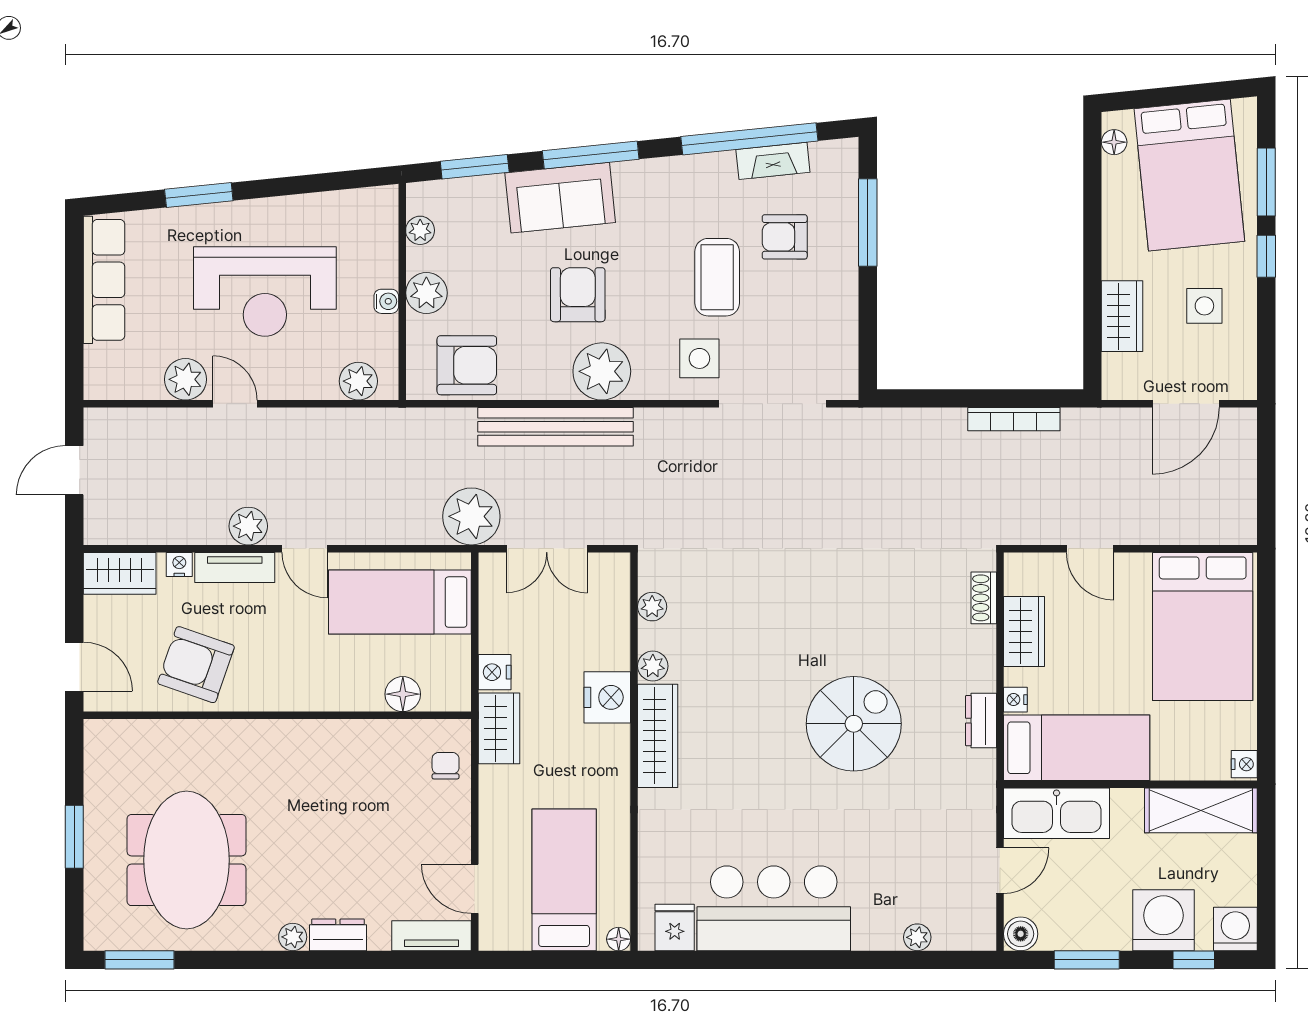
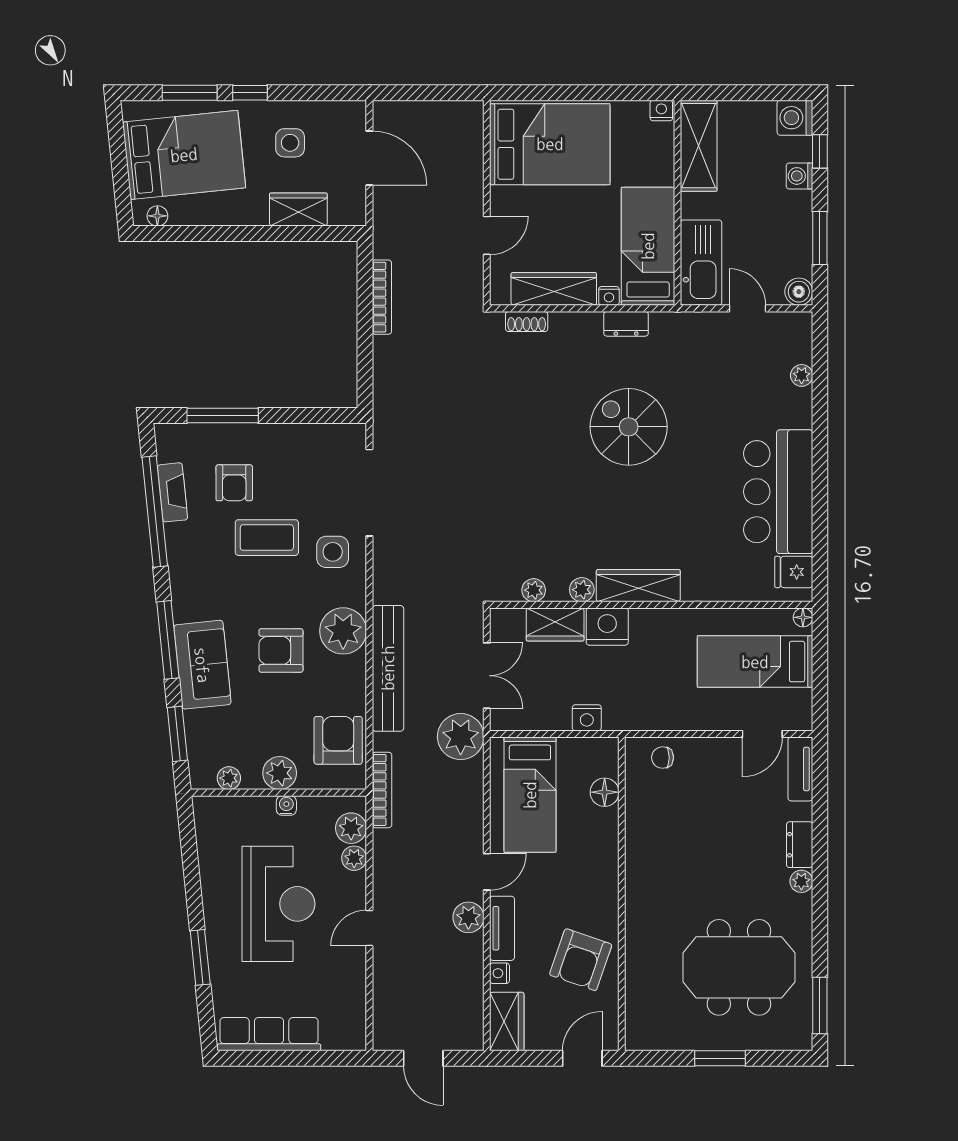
plant: (185, 379) -> (354, 858), moved, width x0.73, depth x0.73
bookcase: (406, 419) -> (382, 790), added
wardrobe: (1024, 631) -> (554, 289), width x1.50
wardrobe: (499, 728) -> (555, 624), moved, turned 180
washing machine: (1163, 920) -> (799, 176), width x0.53, depth x0.53

